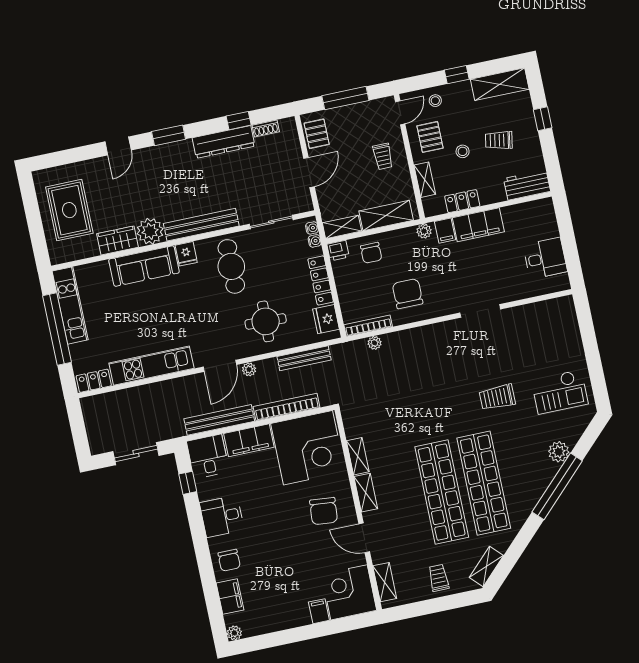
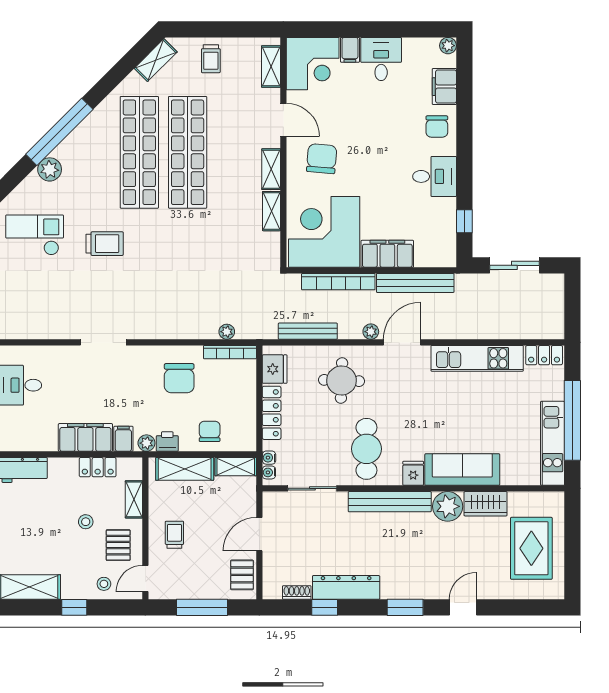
trolley: (499, 140) -> (43, 526), removed
printer: (338, 251) -> (167, 442), moved
desk: (208, 456) -> (381, 59), moved, turned 180
chair: (229, 560) -> (437, 127), turned 180

